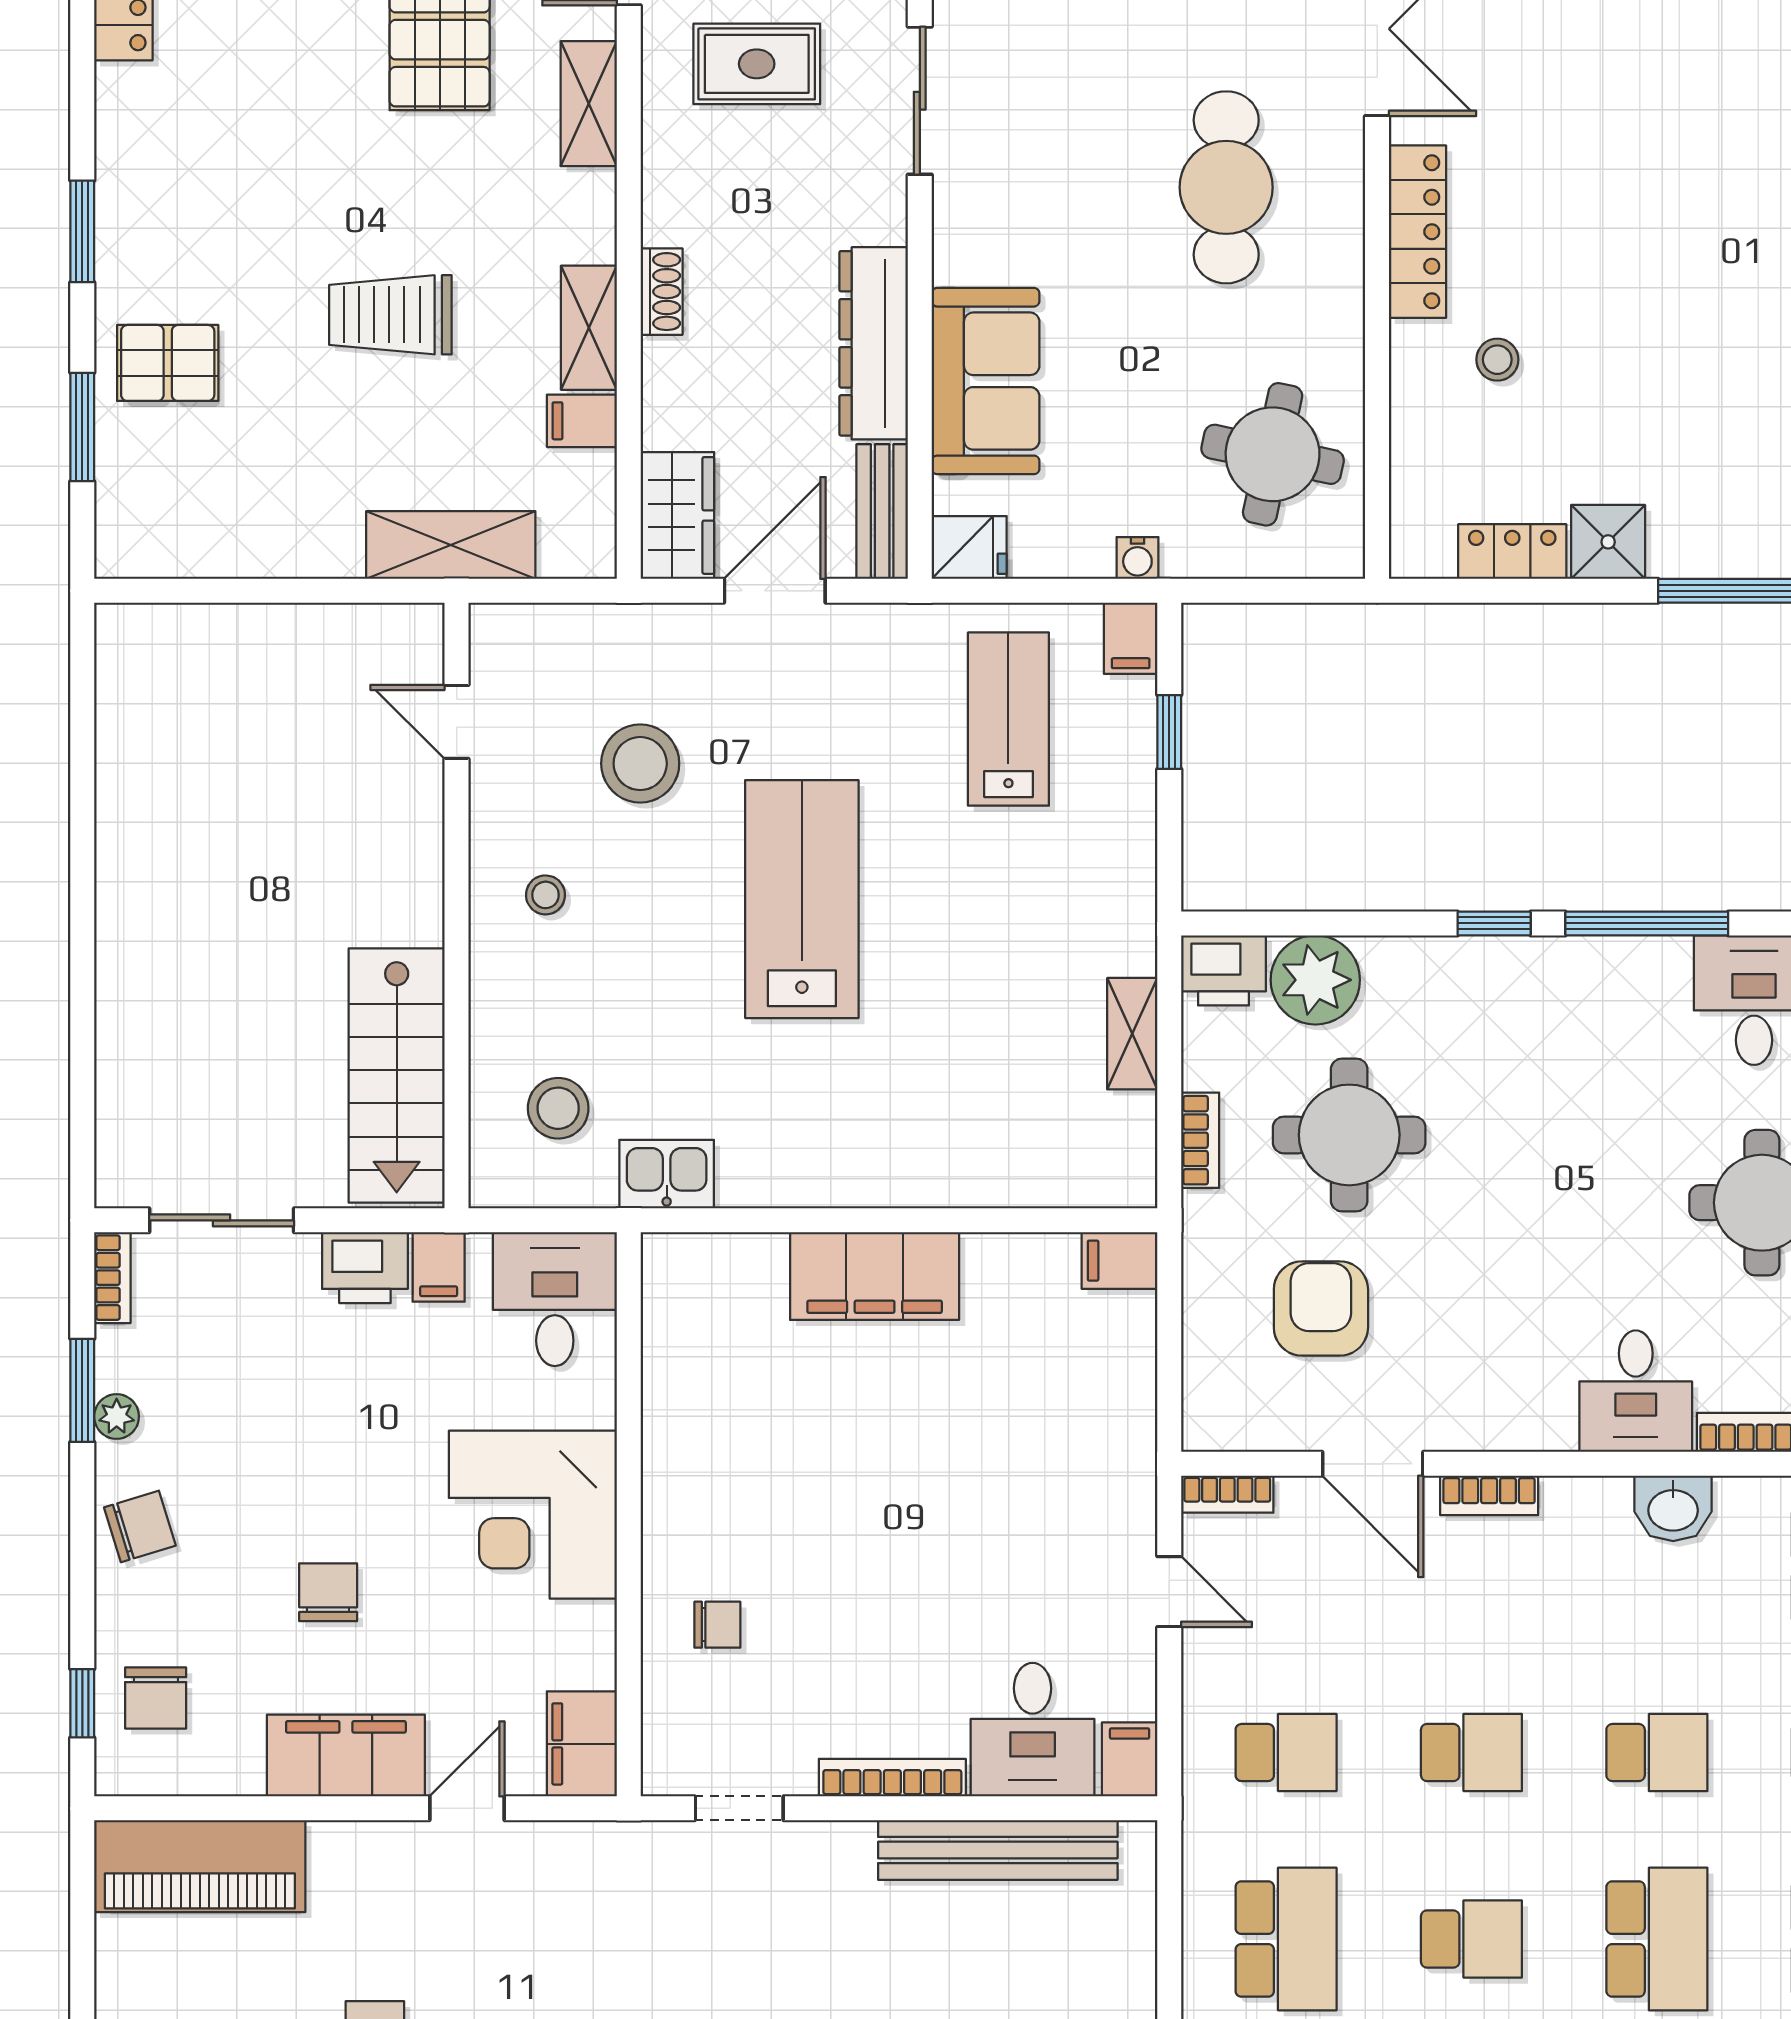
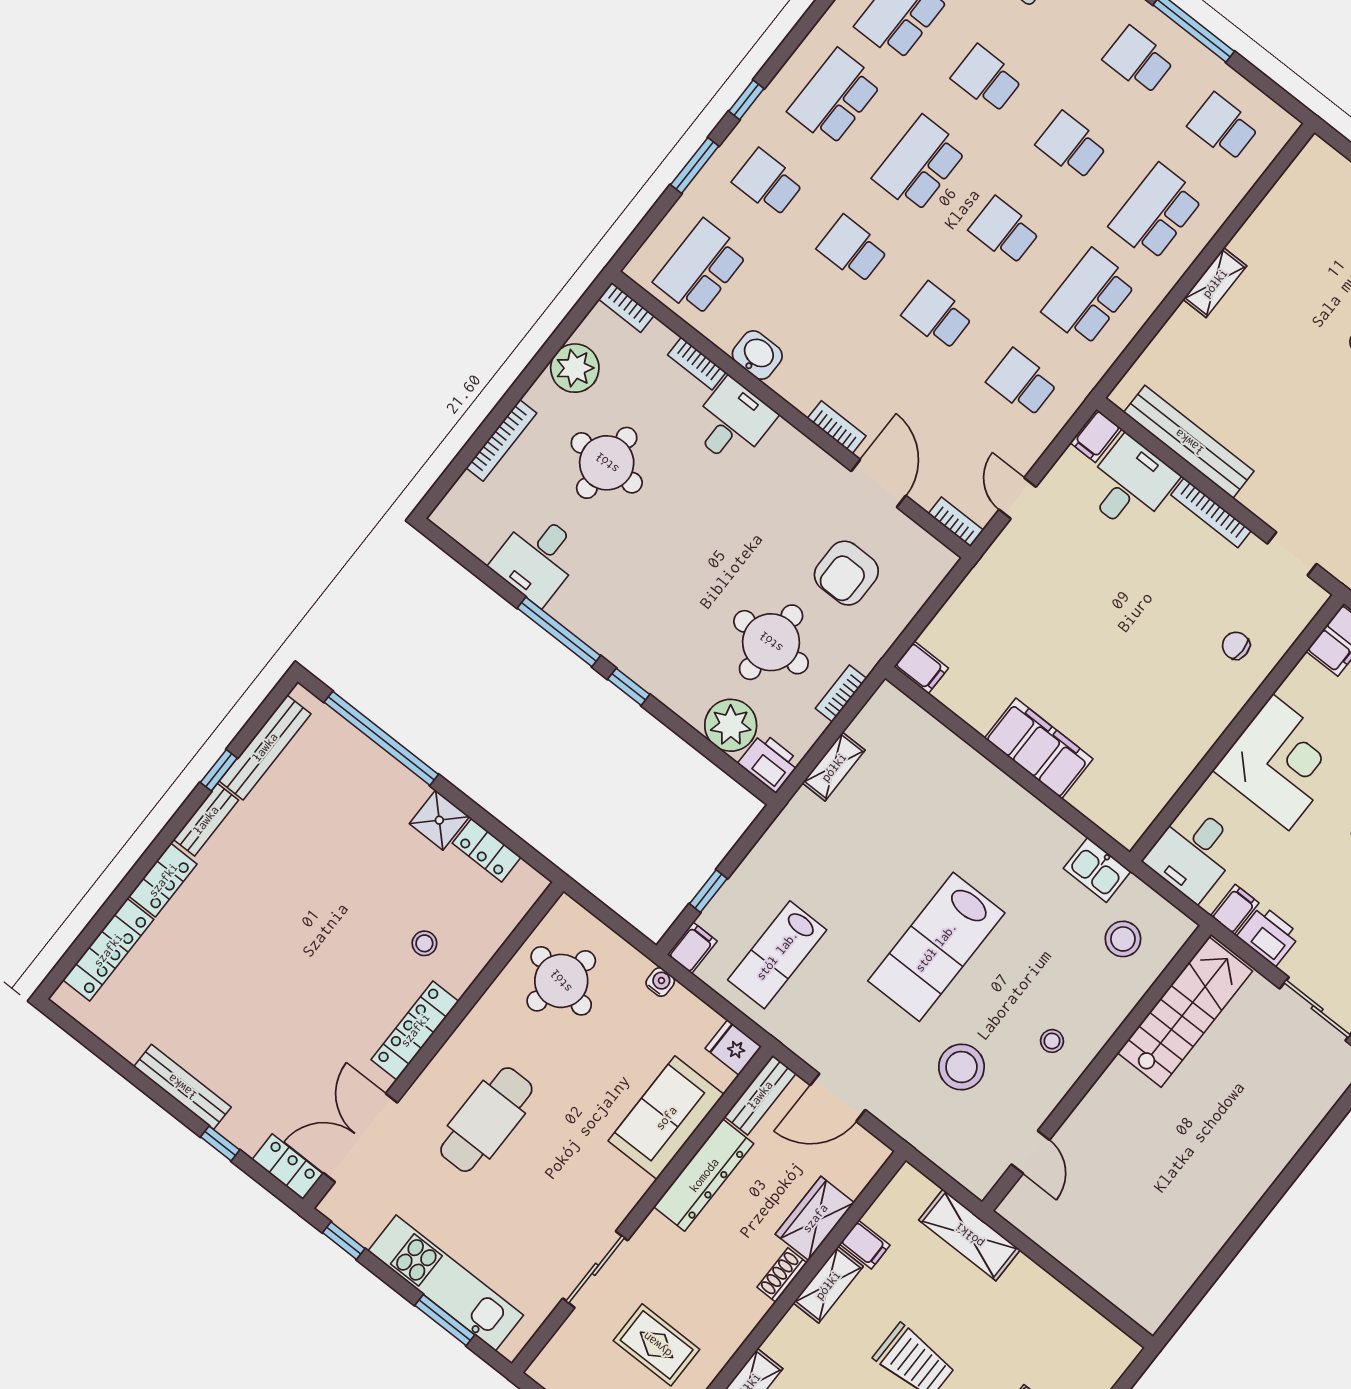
wardrobe: (677, 515) -> (815, 1218), moved

